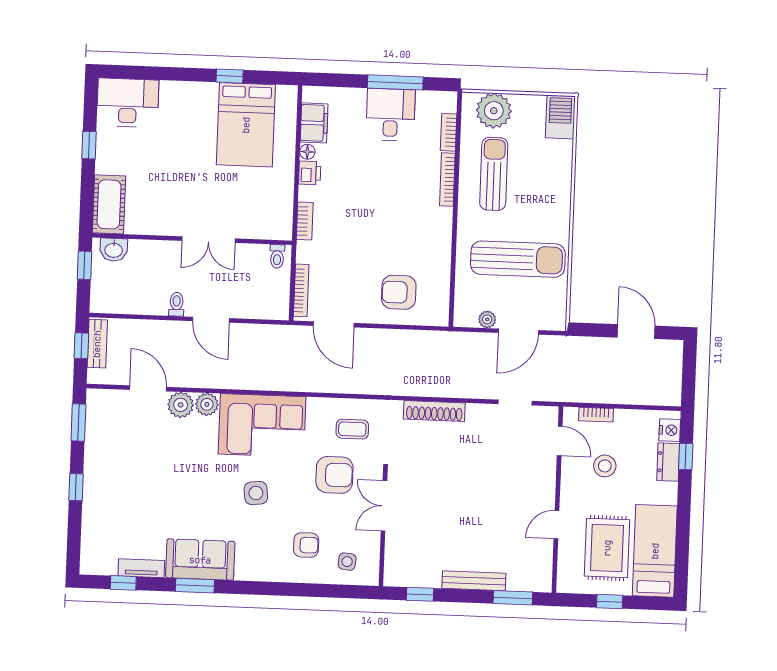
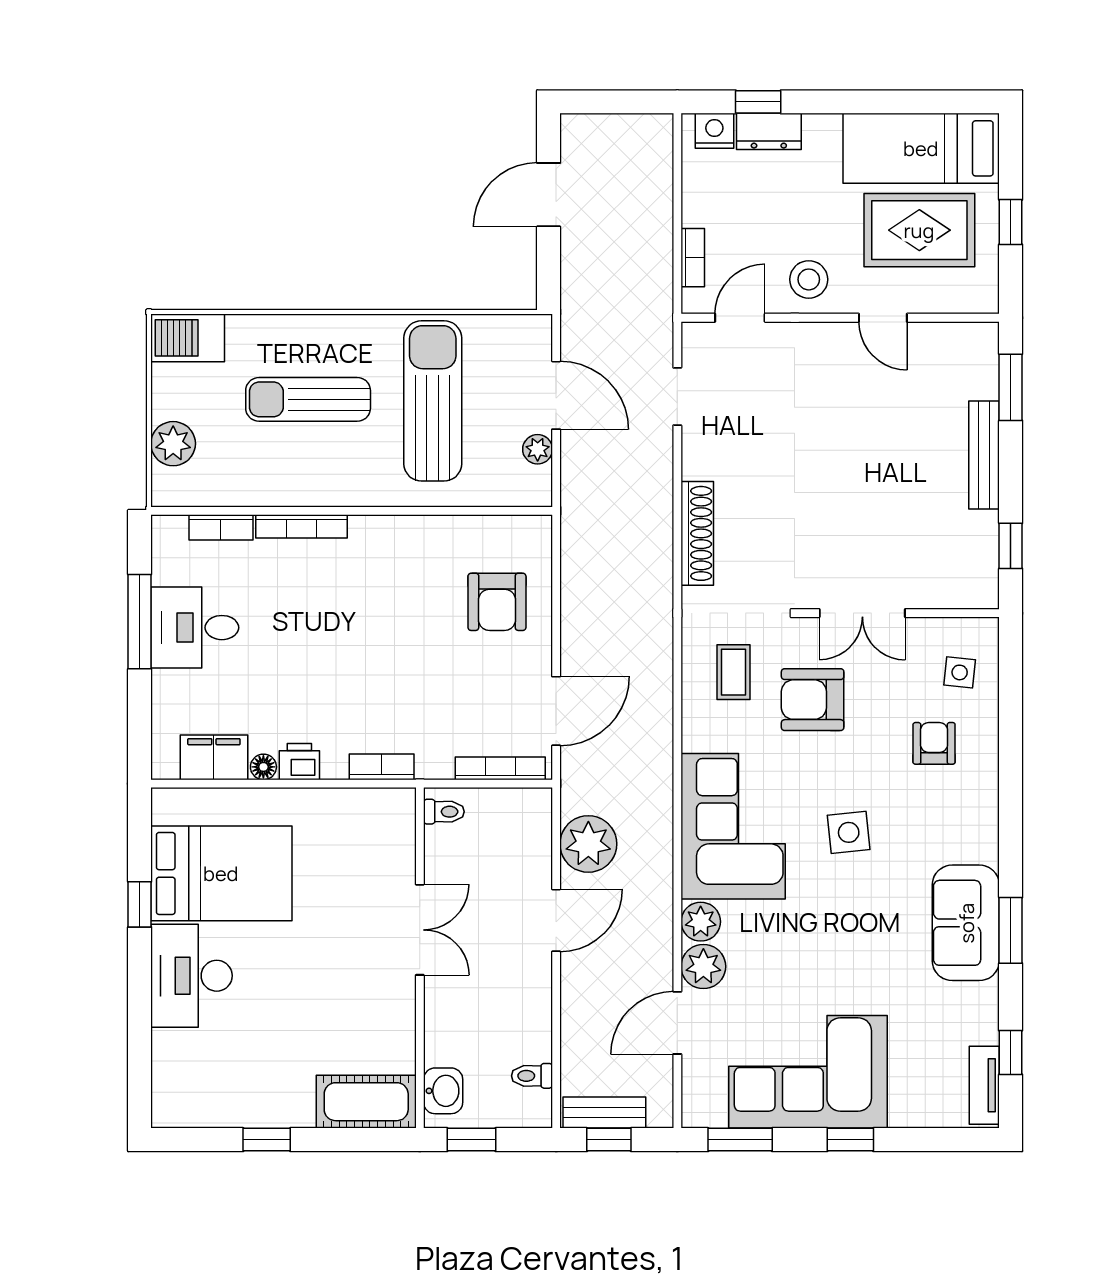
desk: (128, 103) -> (192, 976), moved
plant: (494, 111) -> (173, 444), width x0.73, depth x0.73
sun lounger: (494, 174) -> (308, 399), moved
toilet: (176, 304) -> (532, 1076), moved
plant: (255, 340) -> (588, 844), added
corner sofa: (117, 464) -> (808, 1072), added
stool: (605, 466) -> (809, 279), moved
armchair: (334, 475) -> (813, 700), turned -90
tv unit: (141, 568) -> (984, 1085), moved

